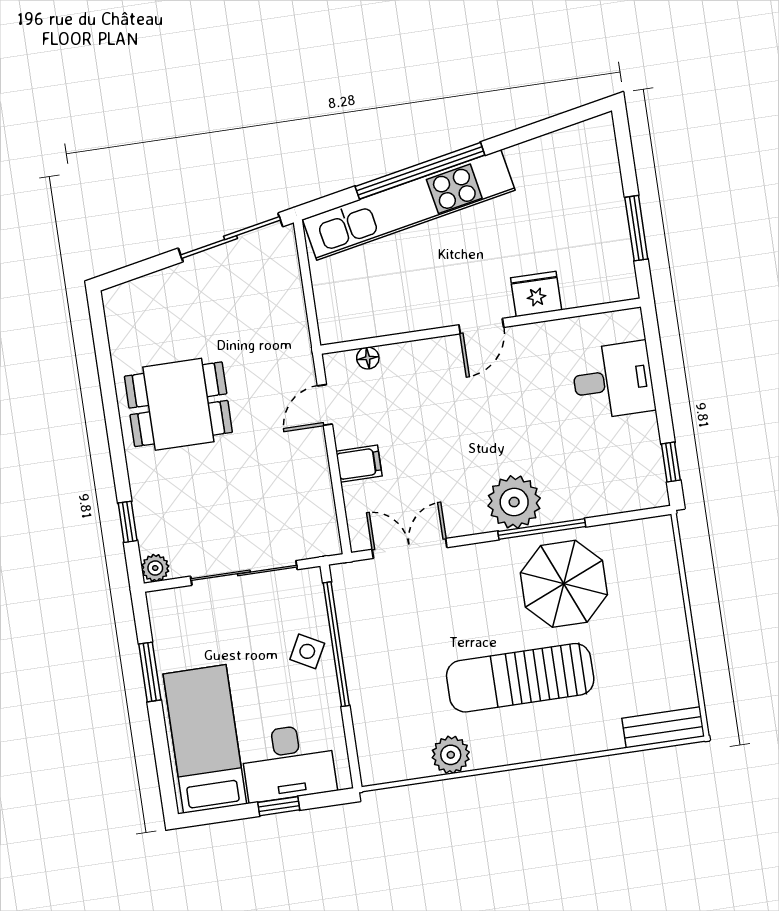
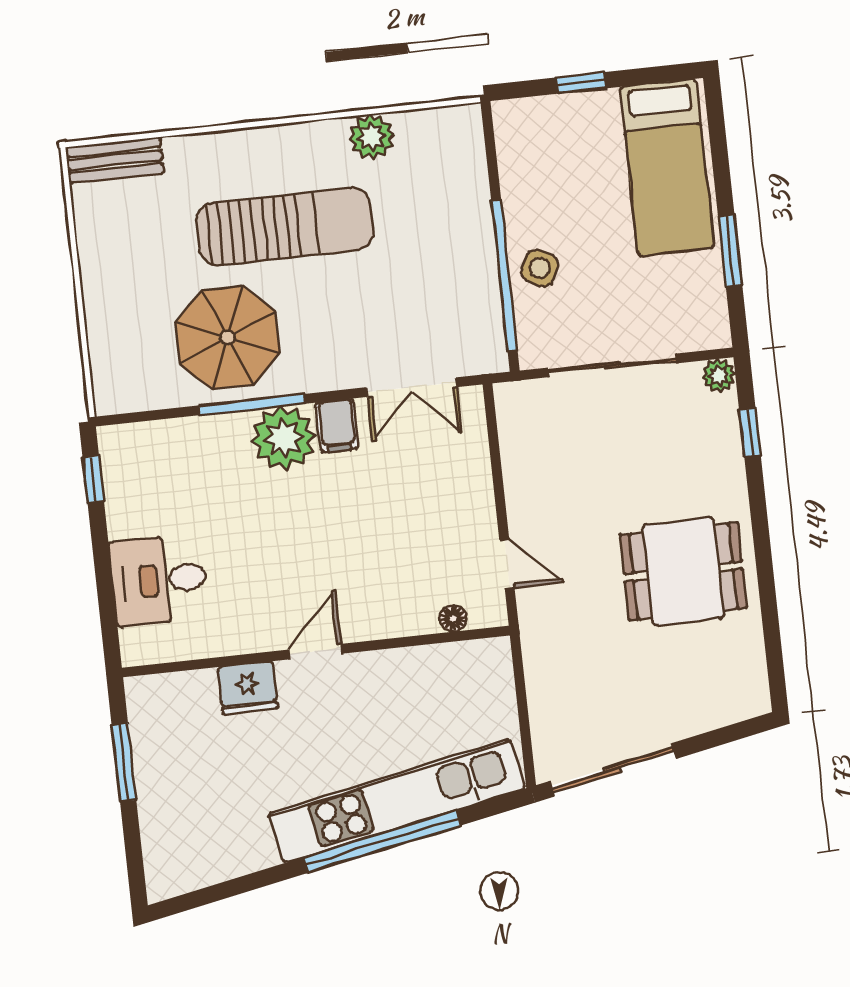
door: (325, 405) -> (507, 564), hinge flipped
filing cabinet: (359, 464) -> (337, 426), moved, turned -90
desk: (288, 763) -> (568, 135), removed

